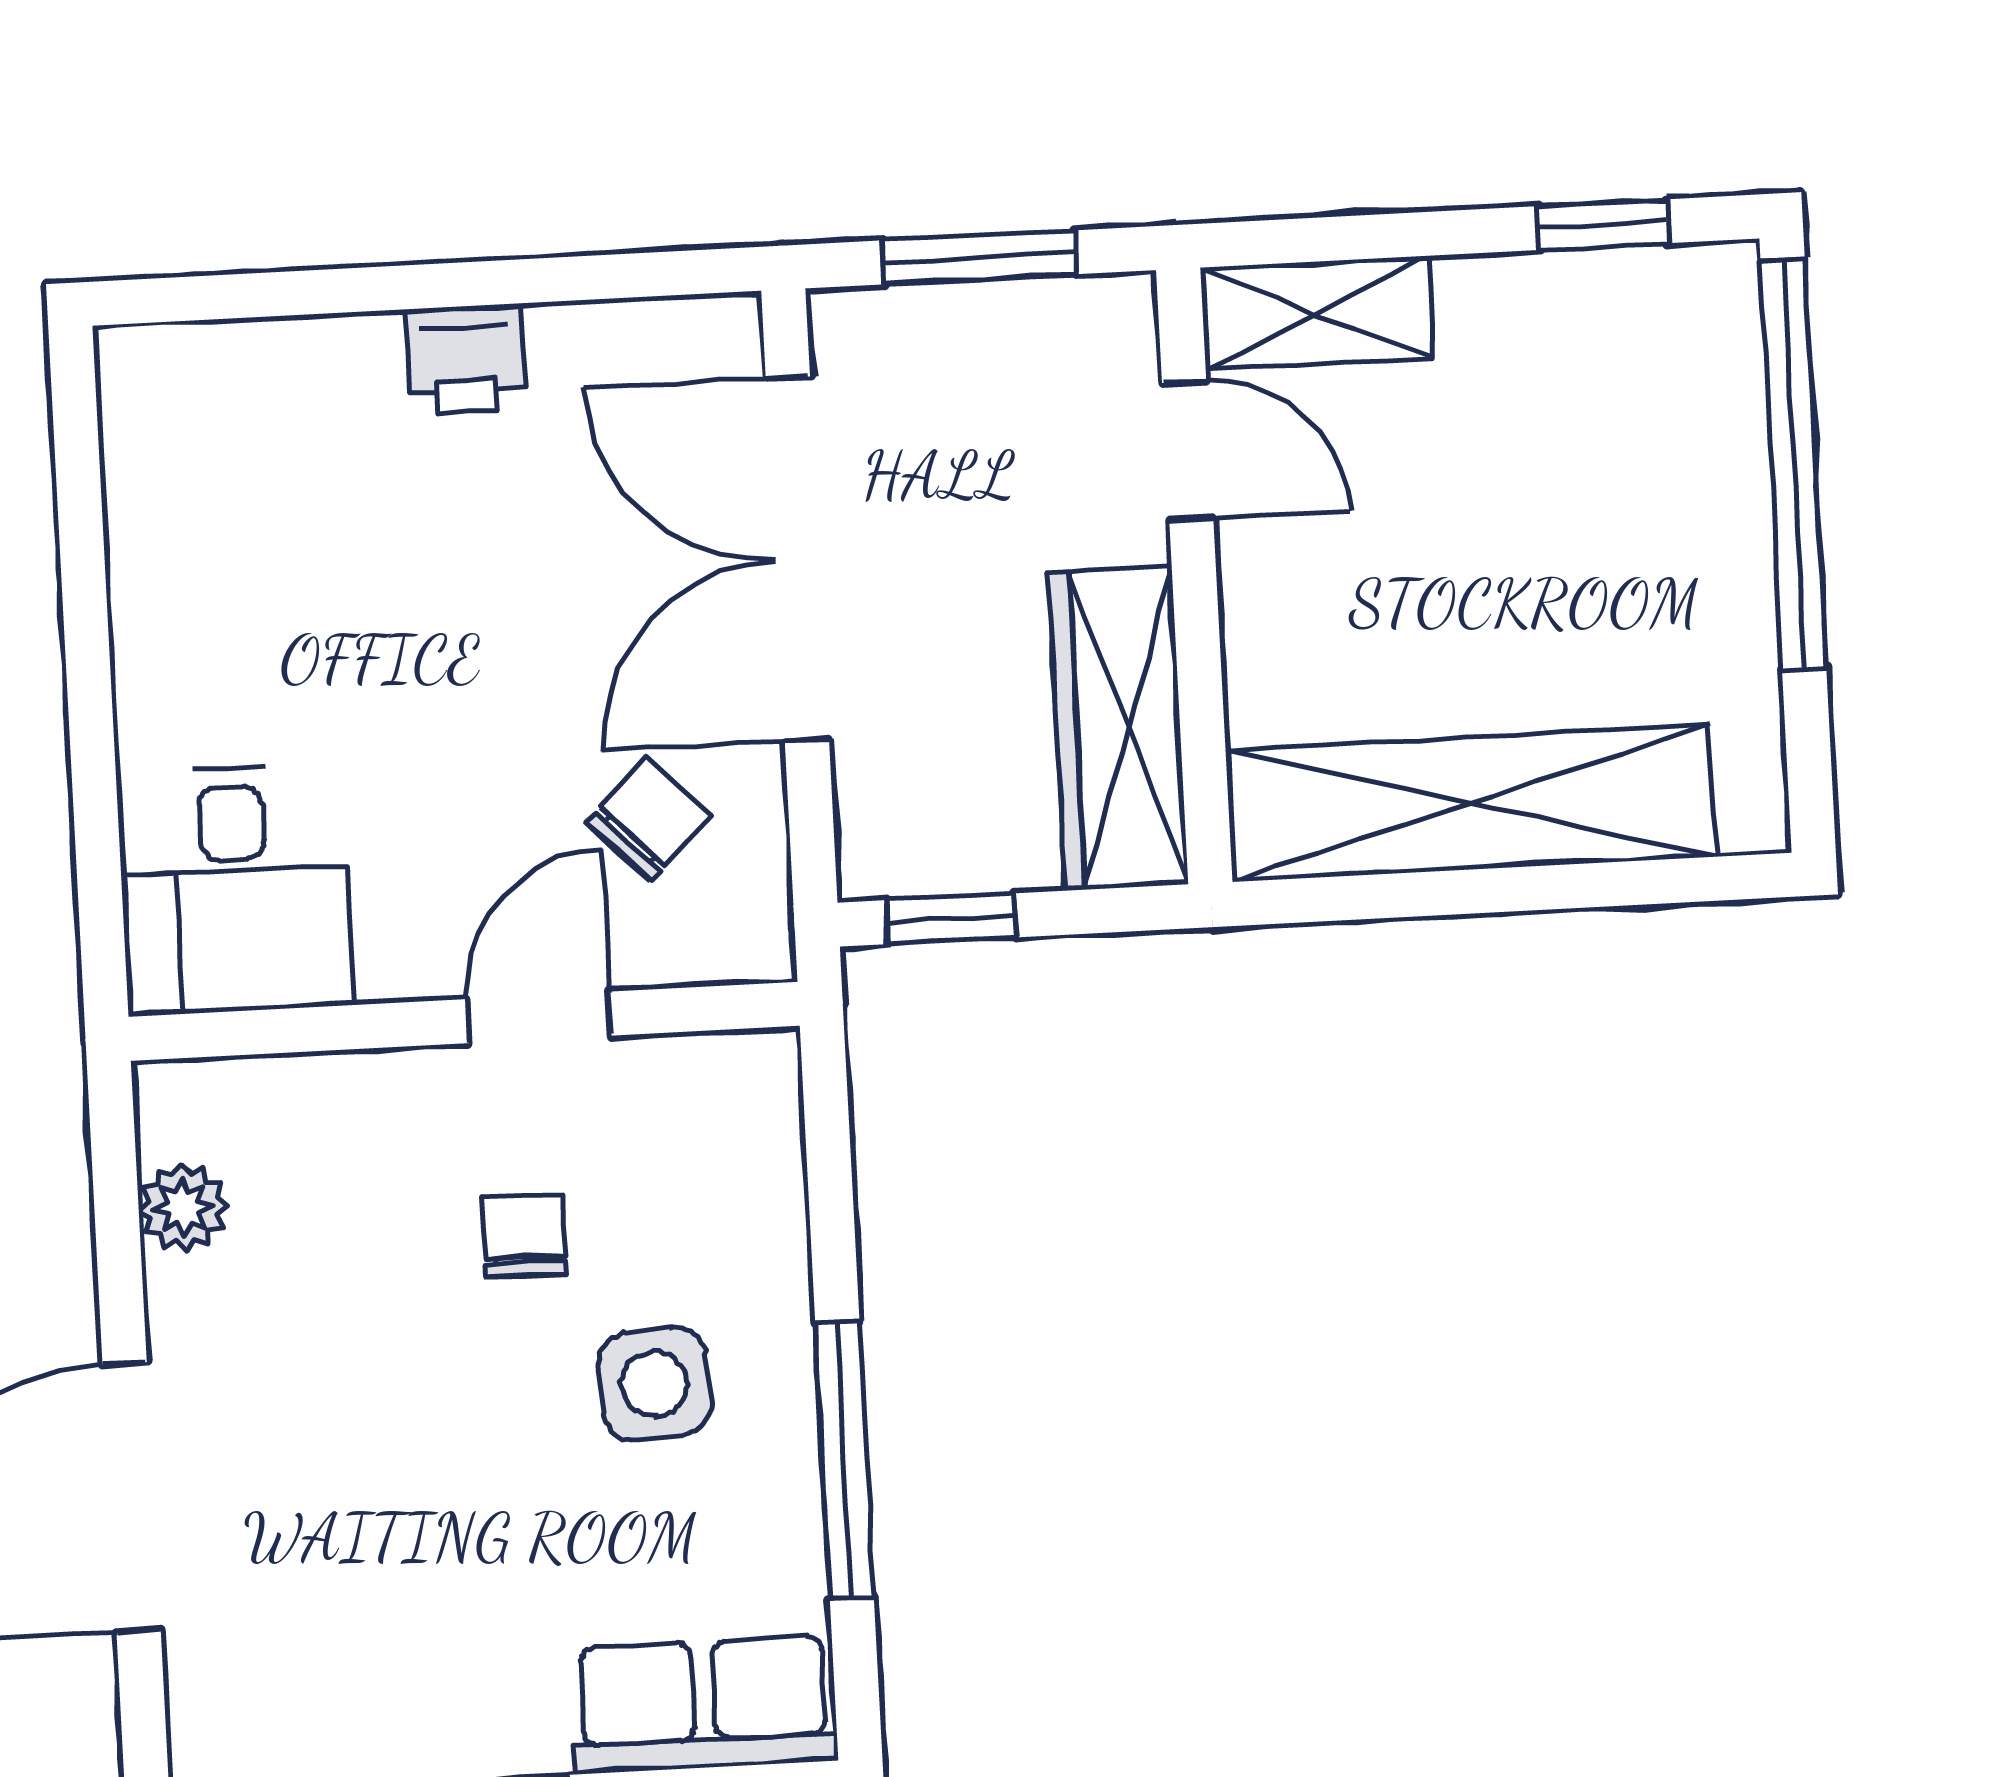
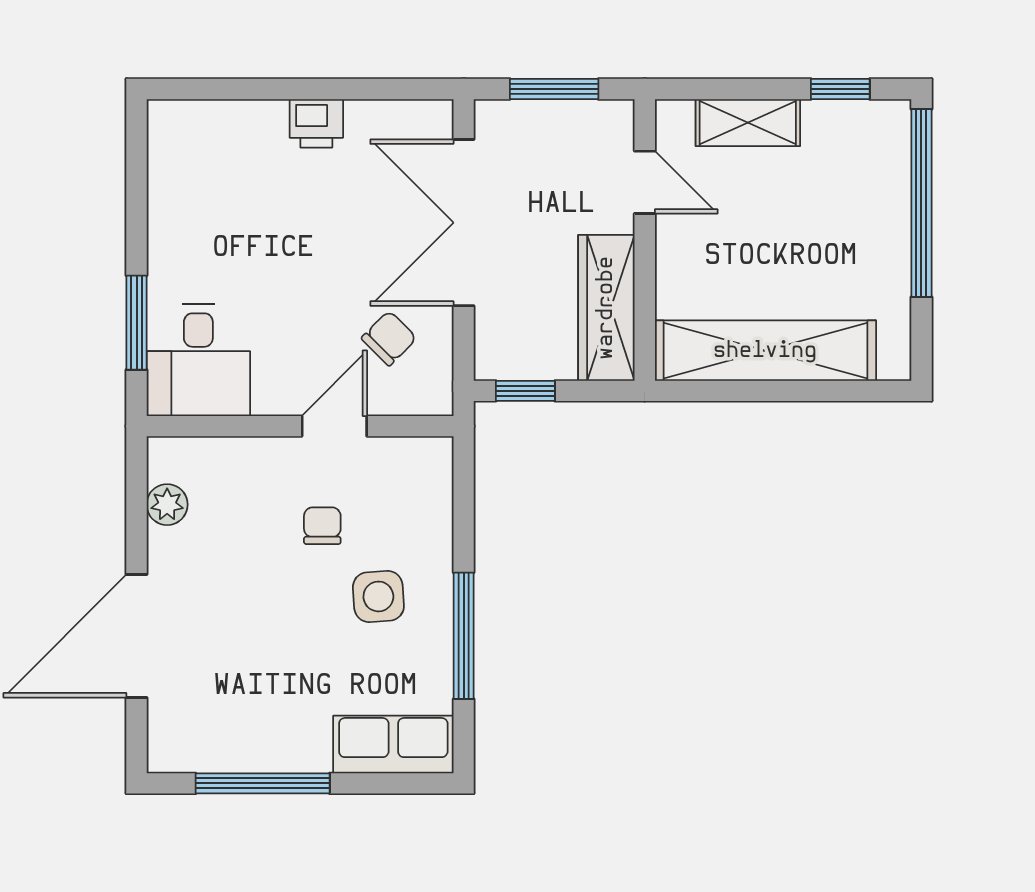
shelving: (1317, 313) -> (748, 123), moved
window: (96, 814) -> (137, 323), added

